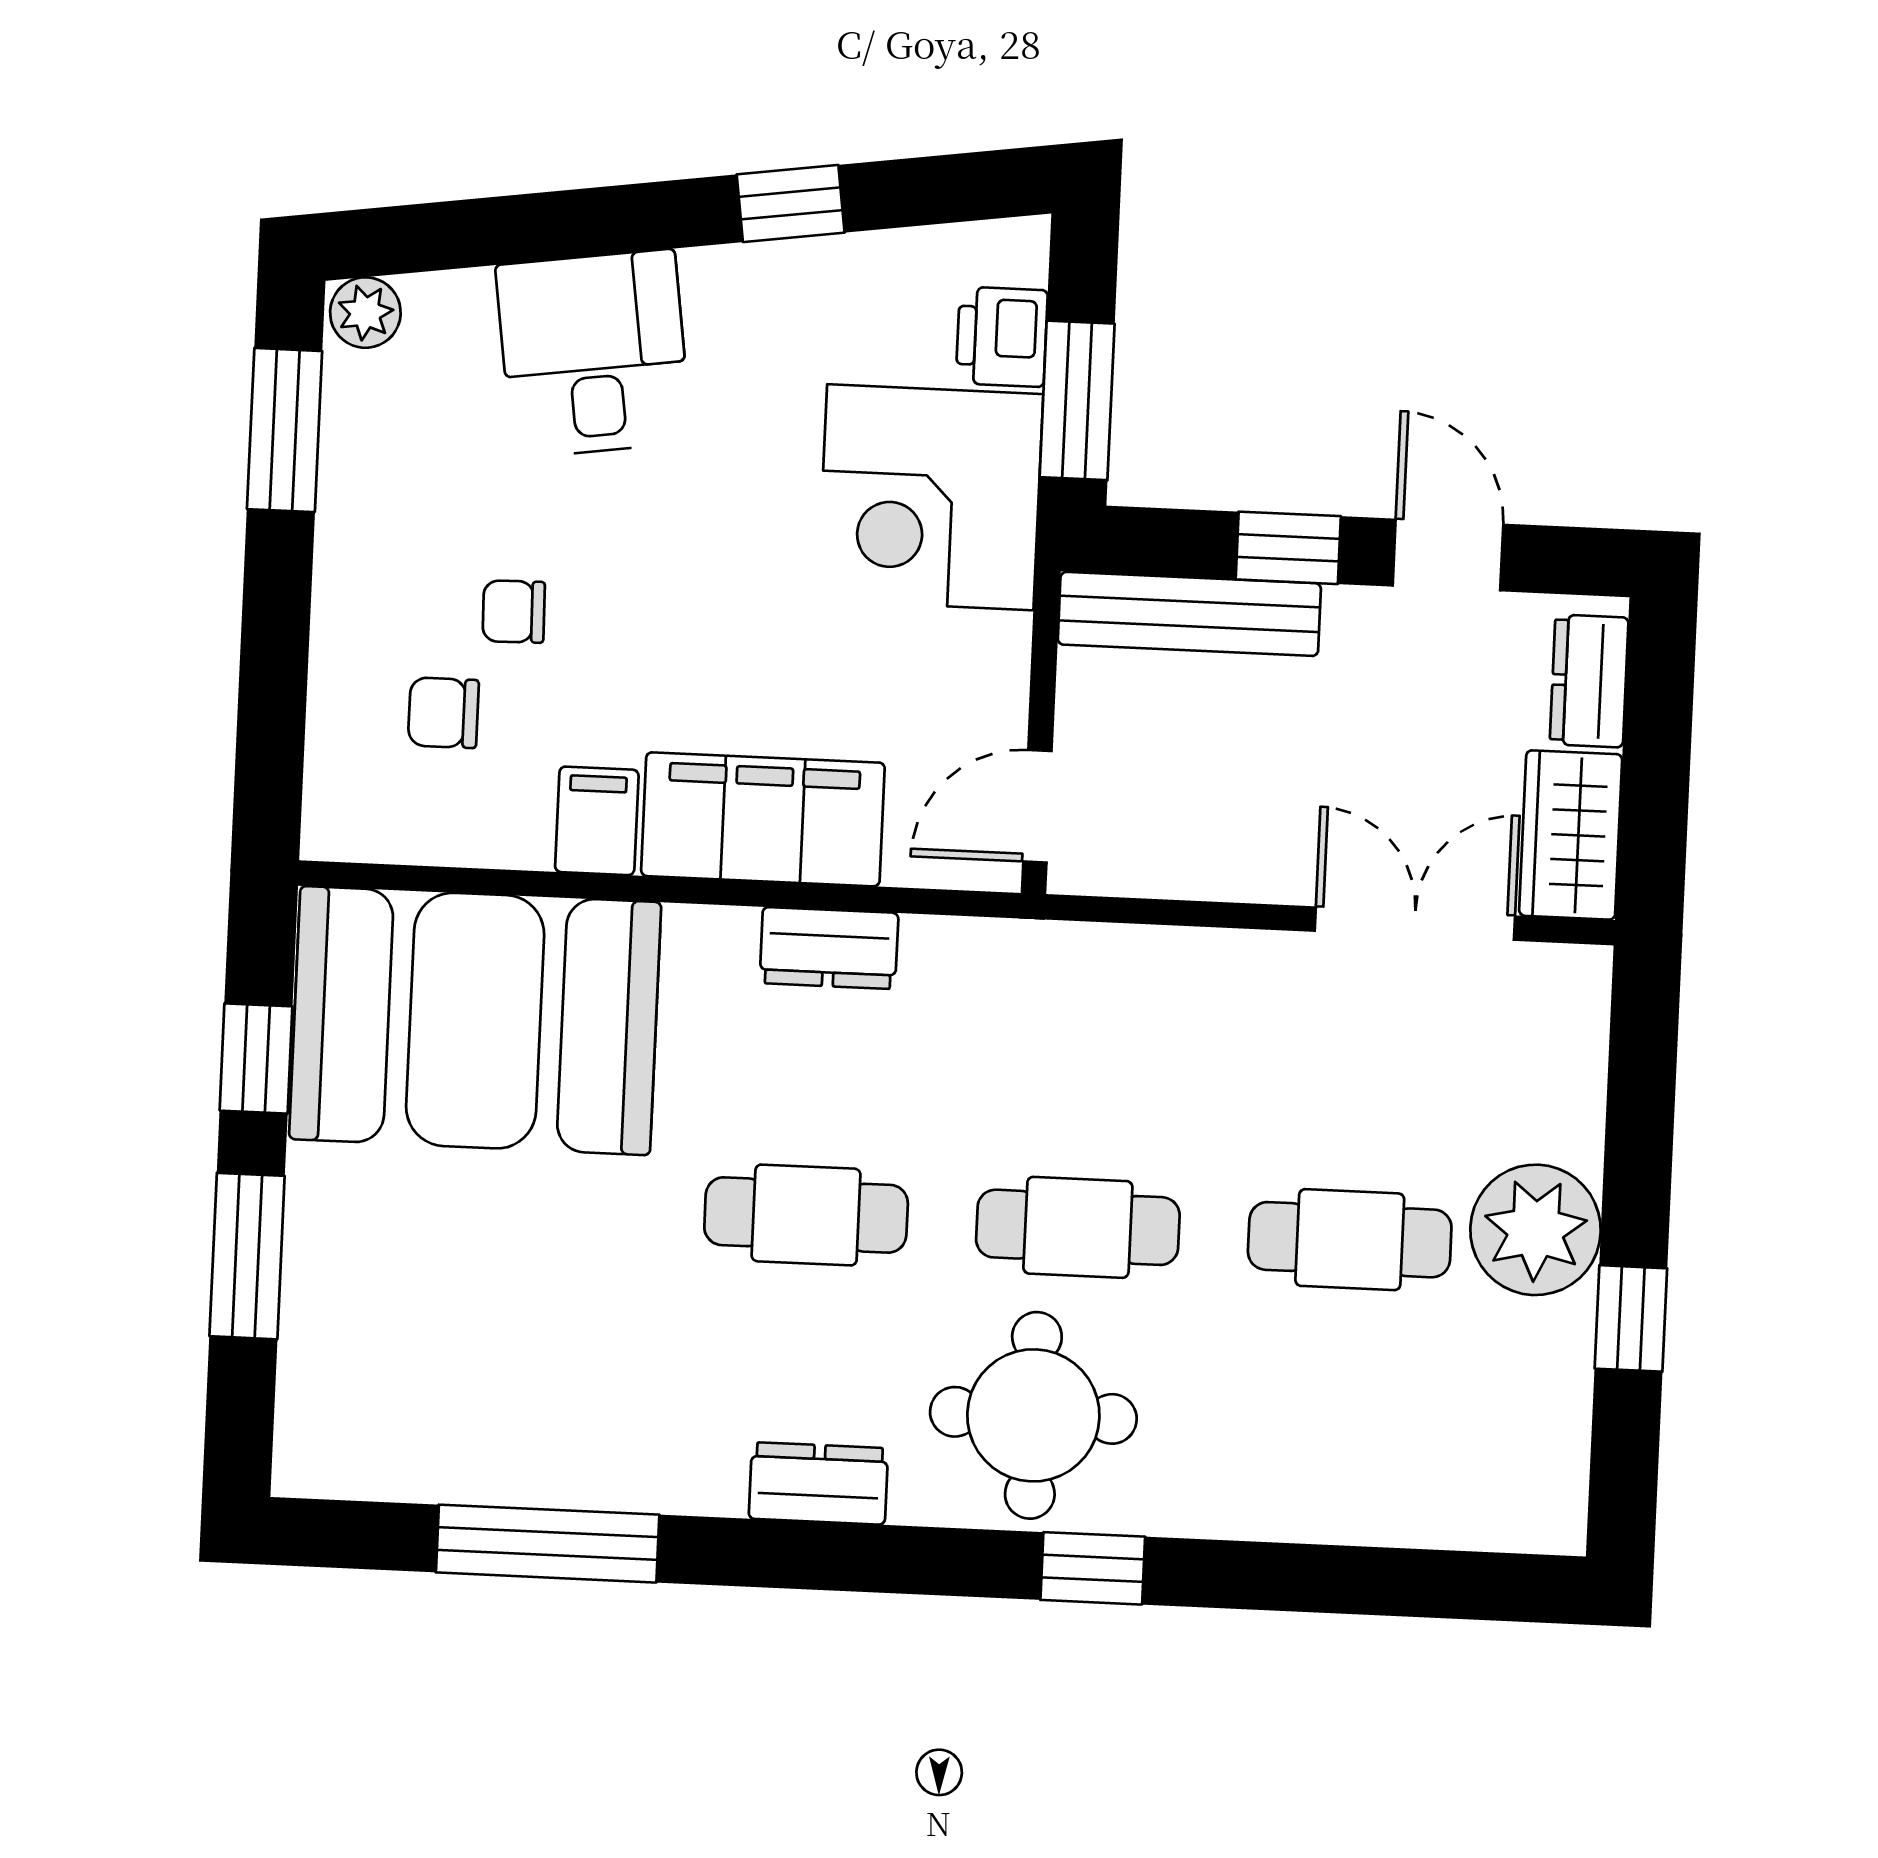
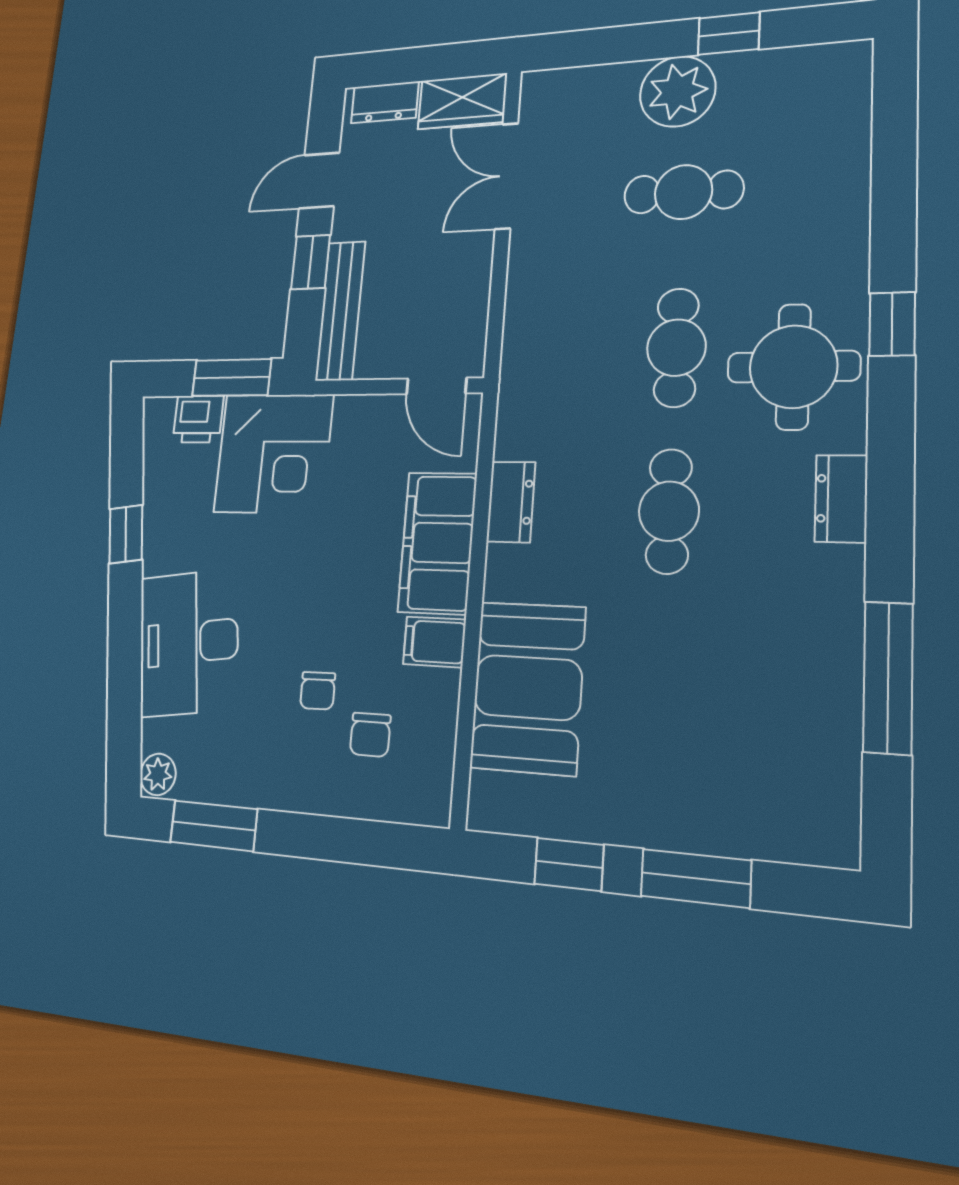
desk: (594, 354) -> (189, 643), width x1.37
booth: (475, 1021) -> (528, 687), width x0.73, depth x0.70
cafe table: (1350, 1240) -> (683, 192), turned 90

